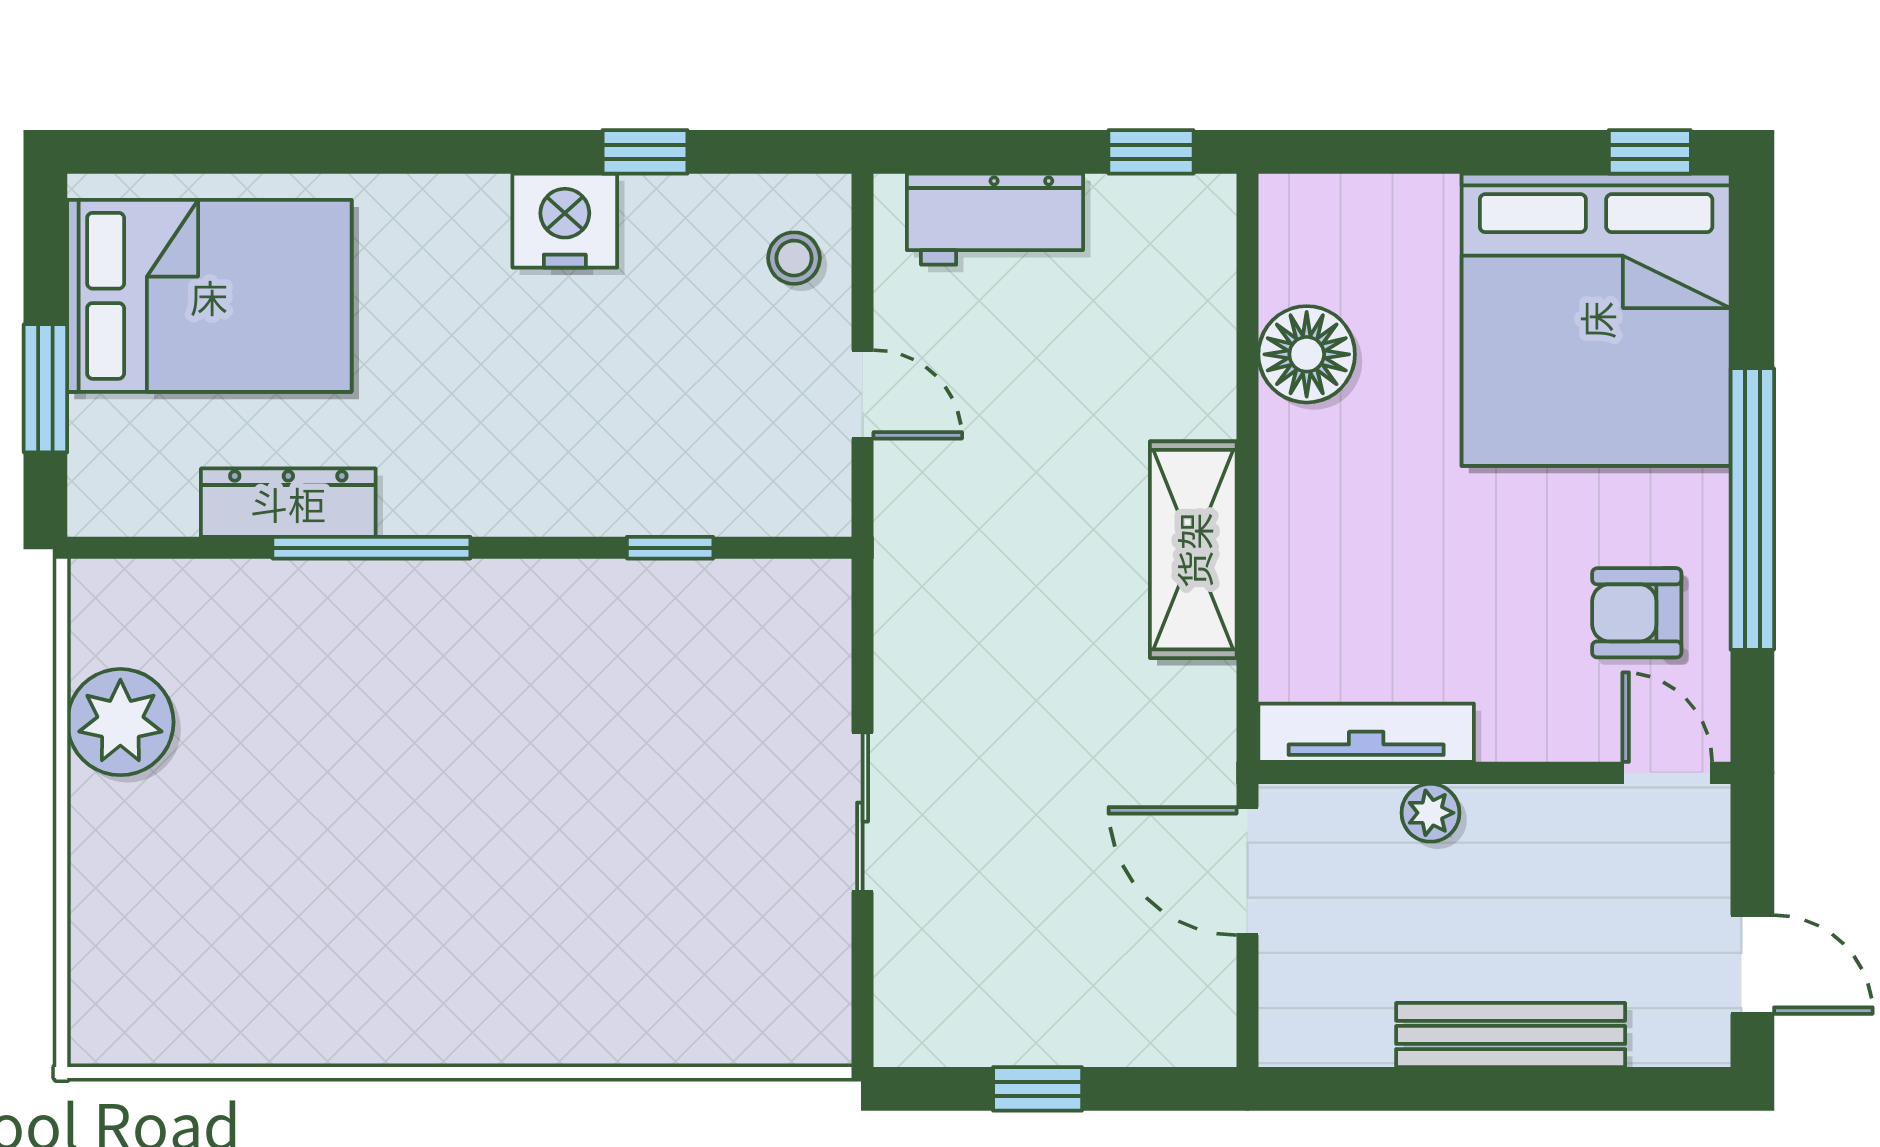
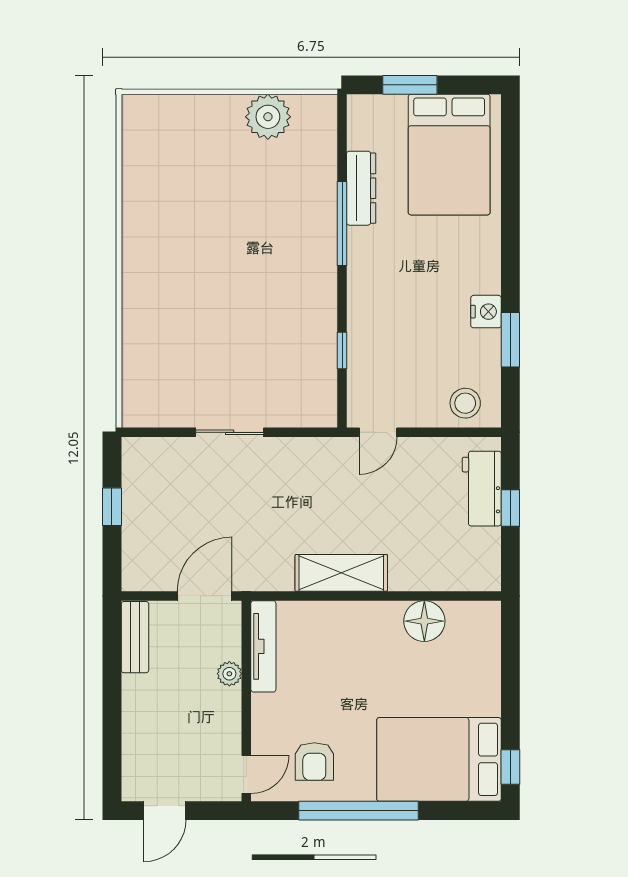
window: (645, 152) -> (510, 340), width x1.50
window: (1151, 152) -> (510, 508), moved
nightstand: (565, 221) -> (486, 312), width x0.74, depth x0.75
stool: (794, 258) -> (465, 403), width x1.37, depth x1.37
bed: (1596, 320) -> (439, 759), width x0.73
door: (863, 394) -> (378, 432), moved
armchair: (1637, 613) -> (314, 761), turned 180
bench: (1511, 1035) -> (135, 637), moved, width x0.73

